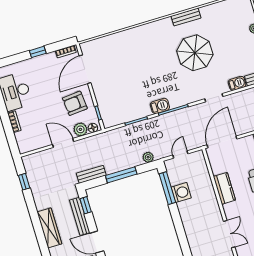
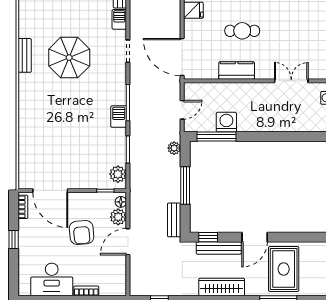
armchair: (75, 103) -> (82, 233), moved
plant: (114, 119) -> (118, 174), added
door: (180, 154) -> (182, 110), swing flipped

